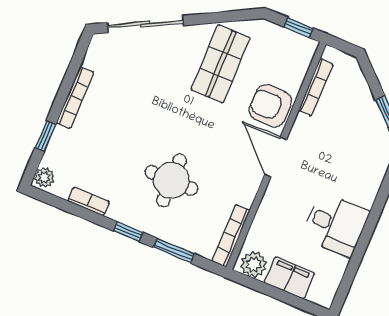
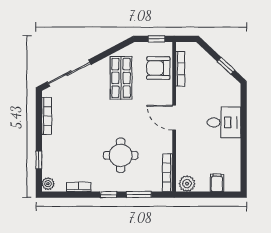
bookcase: (75, 98) -> (47, 116), moved
armchair: (270, 106) -> (158, 68), moved
desk: (336, 225) -> (224, 122), moved
filing cabinet: (289, 278) -> (217, 183), width x0.50

